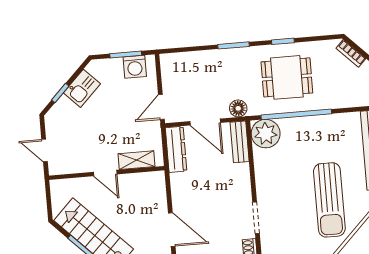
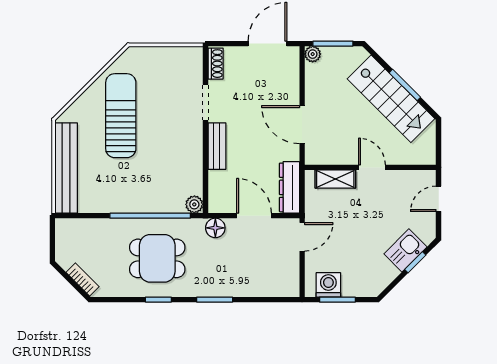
kitchen sink: (82, 88) -> (405, 250), moved
plant: (266, 134) -> (194, 204), width x0.53, depth x0.53
bench: (240, 142) -> (217, 146), moved
door: (45, 150) -> (439, 199), swing flipped
door: (172, 230) -> (302, 125), moved

